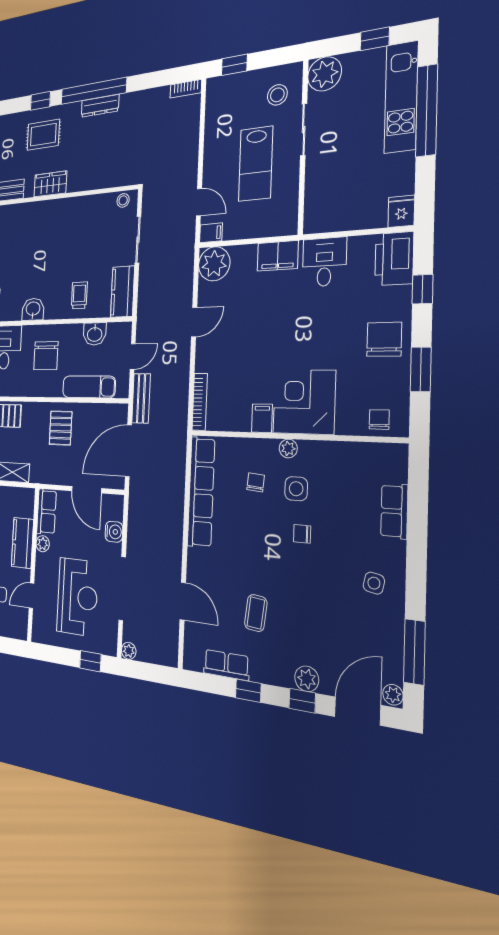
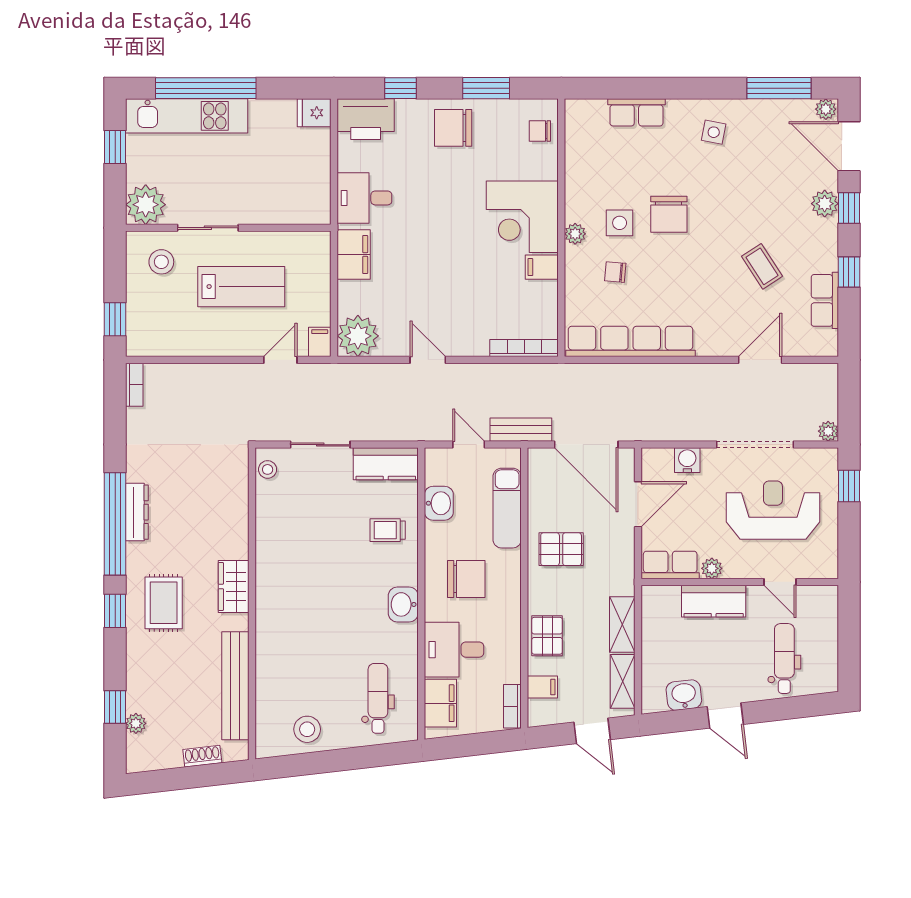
chair: (302, 534) -> (669, 214), width x1.87, depth x1.87
coffee table: (256, 613) -> (762, 266), turned 51

